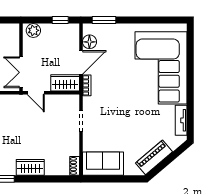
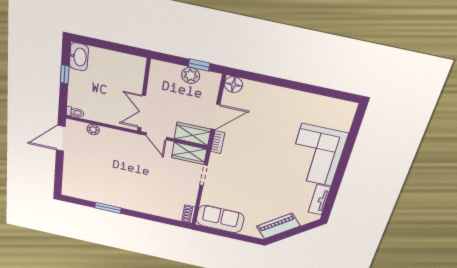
window: (104, 20) -> (254, 77), removed
plant: (33, 30) -> (191, 75), moved
floor lamp: (89, 42) -> (233, 85), moved
corner sofa: (161, 68) -> (317, 155), width x0.73, depth x0.74
wardrobe: (30, 167) -> (189, 153), moved, turned 180

